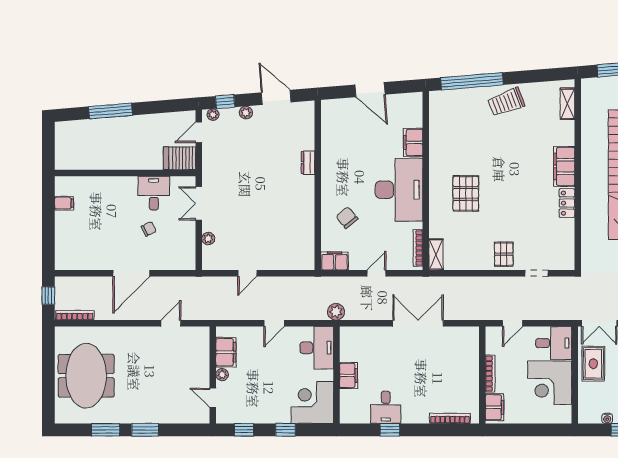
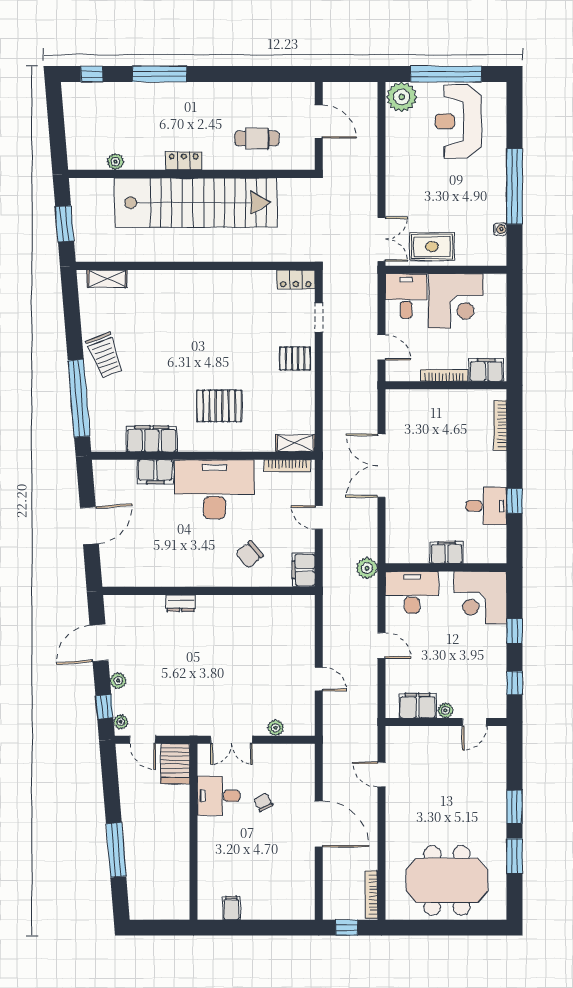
filing cabinet: (564, 166) -> (152, 439), moved, turned 180
locker: (567, 203) -> (296, 279), moved

